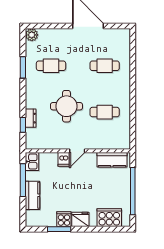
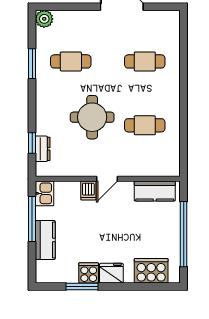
dresser: (31, 118) -> (43, 149), moved

